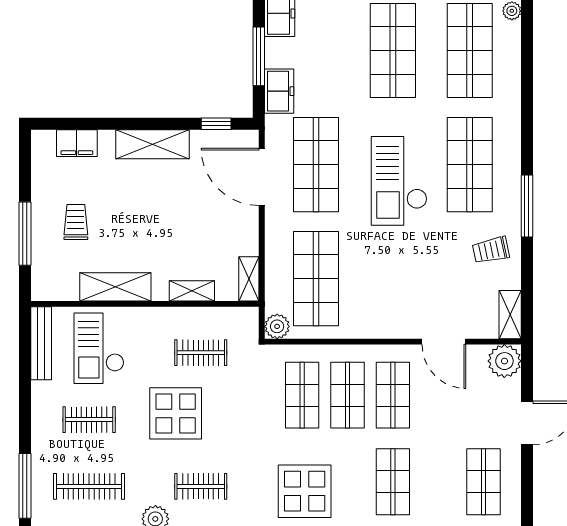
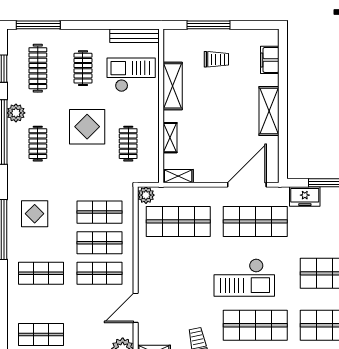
window: (216, 124) -> (283, 154), removed
checkout: (399, 181) -> (244, 278), turned 180
display table: (305, 491) -> (35, 214), width x0.73, depth x0.73

